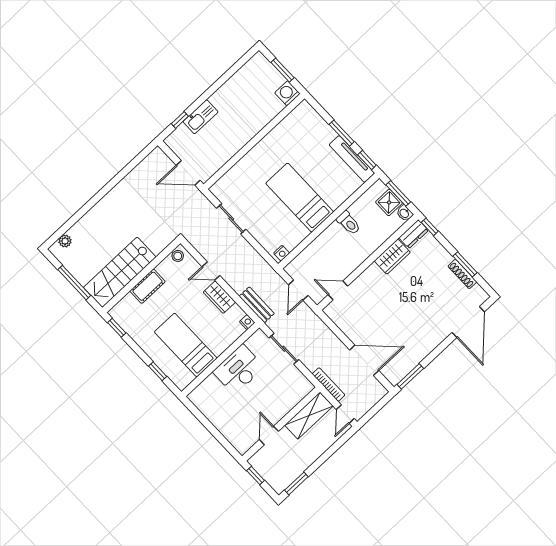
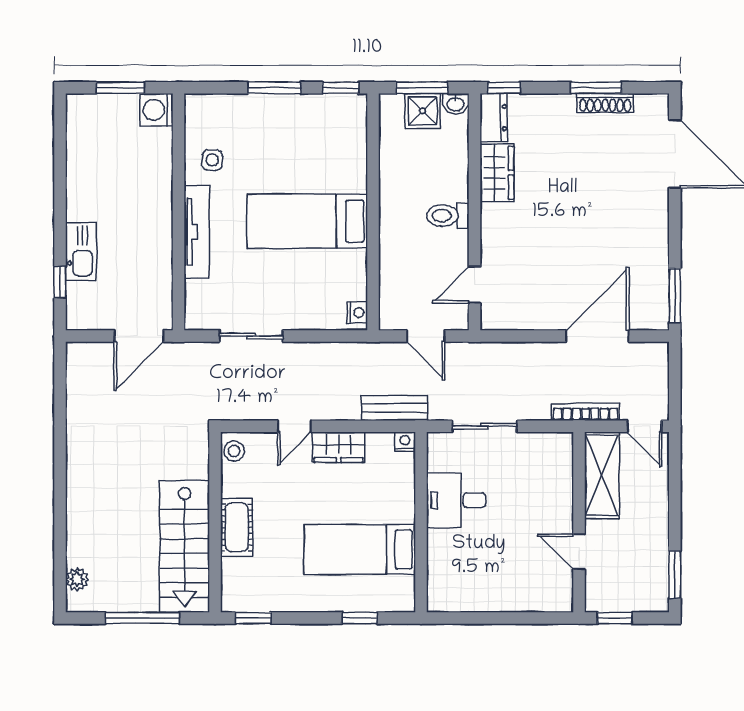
side table: (288, 135) -> (212, 160), added
tv unit: (352, 159) -> (197, 232), moved, turned -90
toilet: (349, 223) -> (448, 216), moved, turned 180
desk: (239, 369) -> (456, 500), width x0.73

